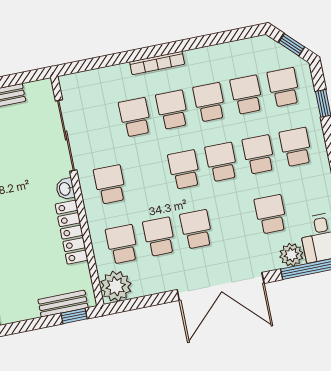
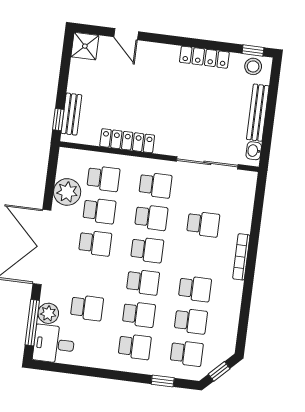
school desk: (172, 110) -> (151, 217), moved
washbasin: (65, 189) -> (254, 151), moved, turned -90
plant: (116, 286) -> (67, 192), moved

